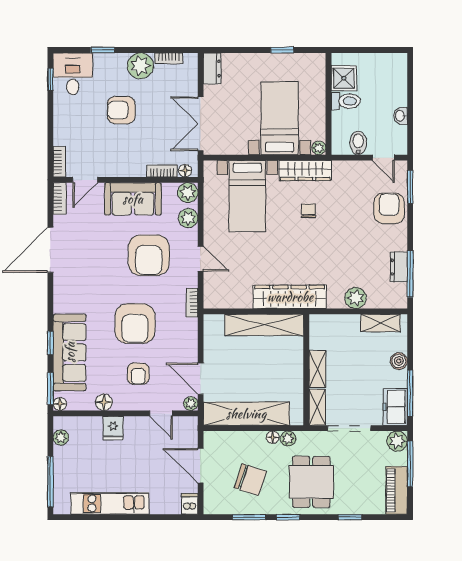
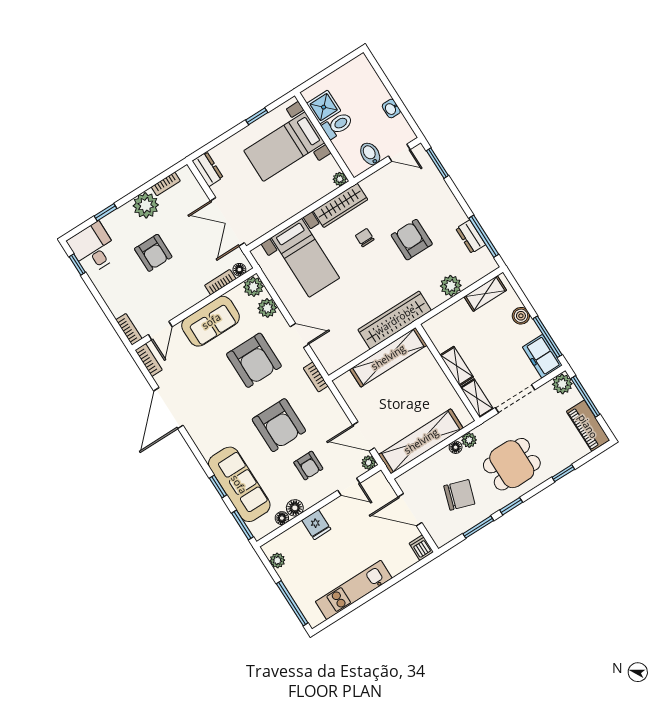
armchair: (121, 110) -> (153, 253), turned -90
bed with nightstands: (280, 118) -> (284, 147), moved, turned -90
armchair: (389, 208) -> (412, 240), moved
floor lamp: (60, 404) -> (282, 518), moved
dining table: (311, 482) -> (512, 464), turned 90

